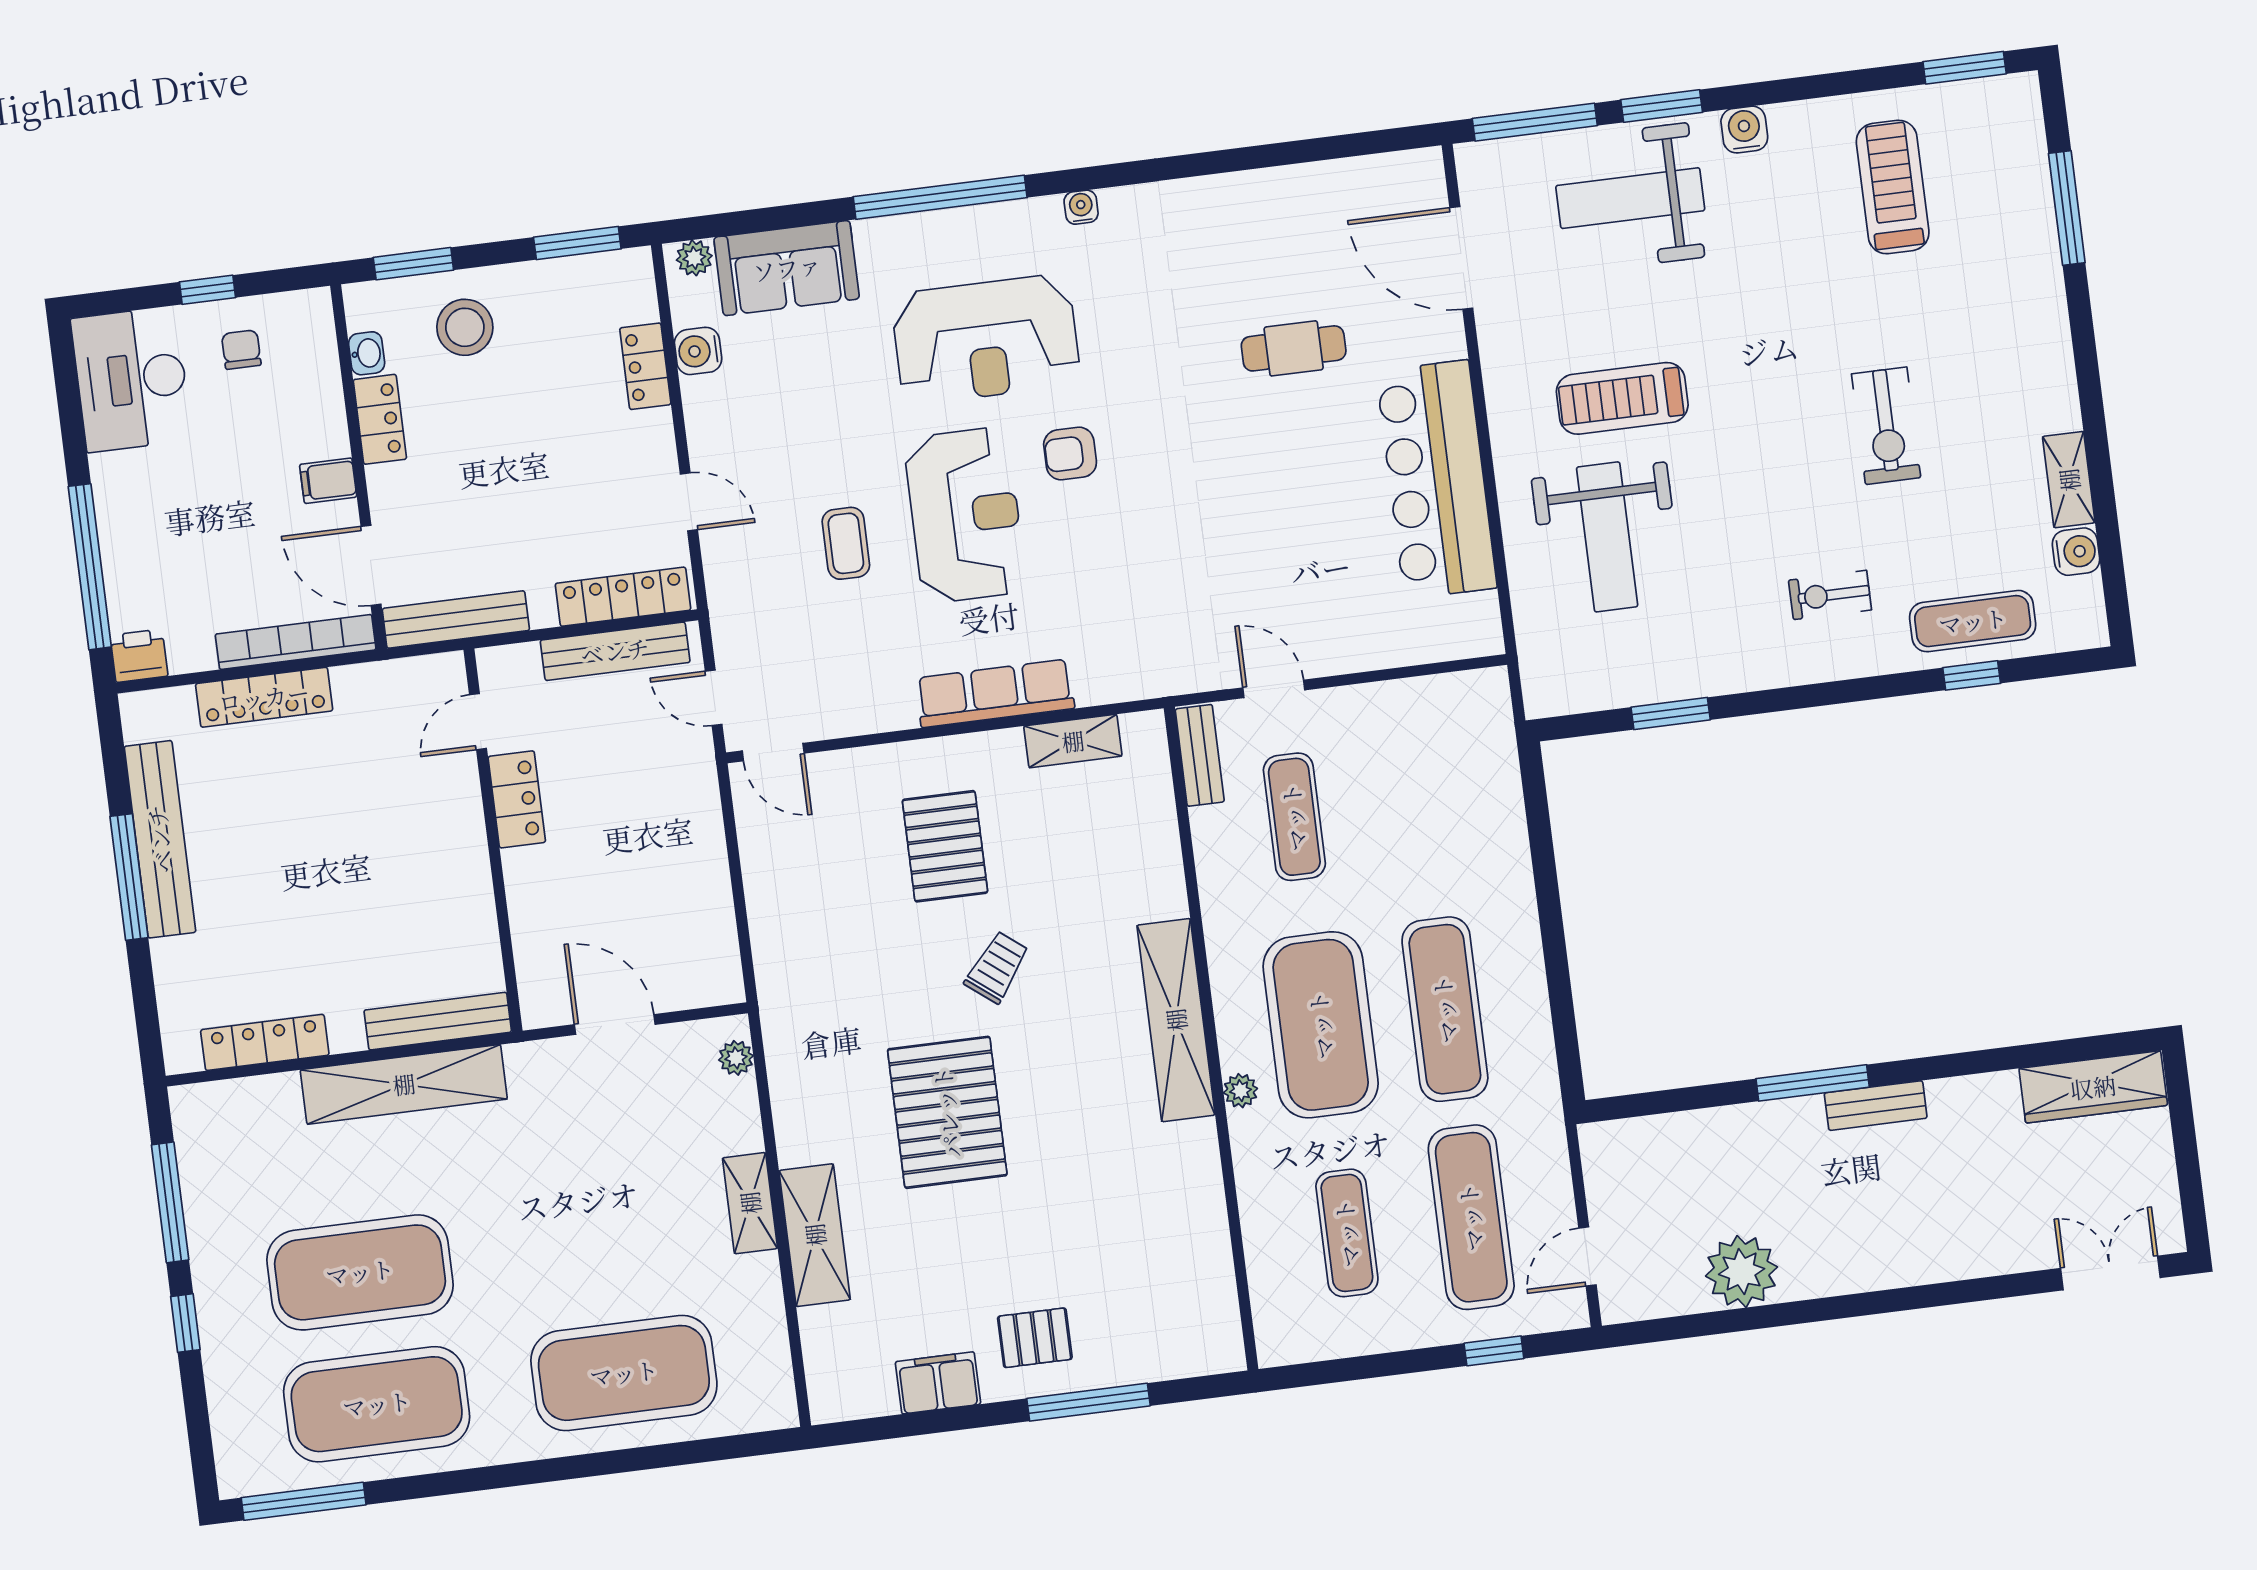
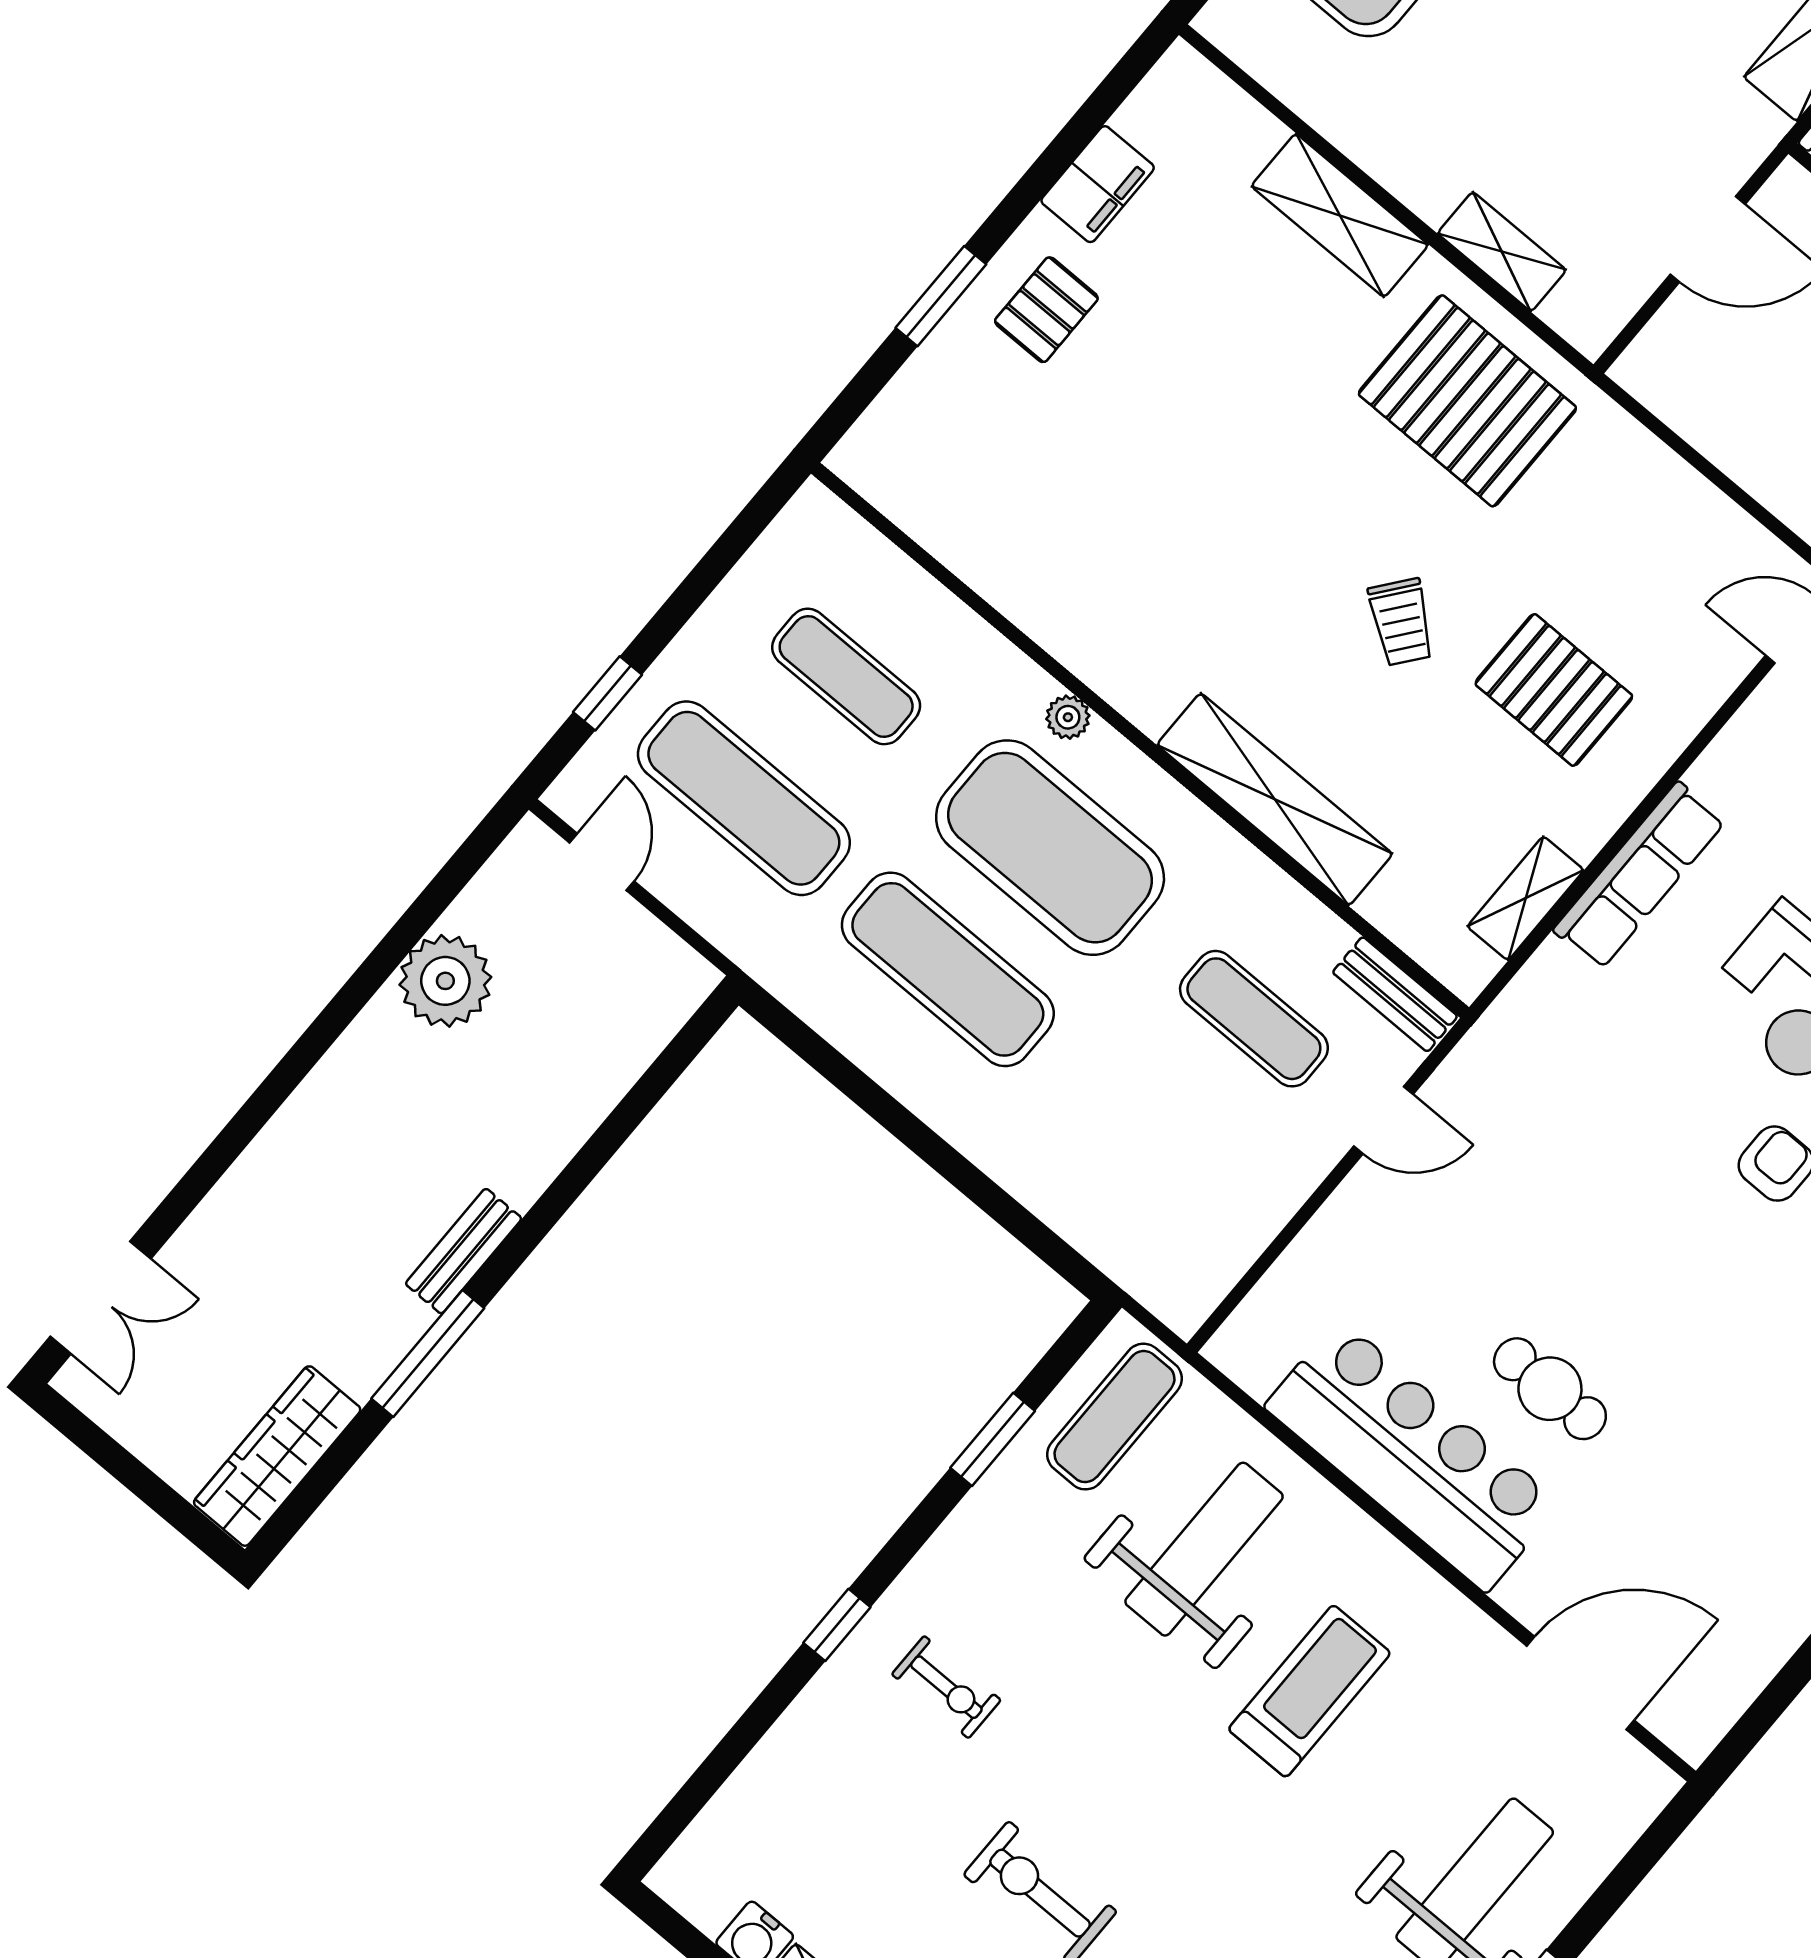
window: (1535, 122) -> (1629, 1873), removed
cafe table: (1294, 348) -> (1550, 1389), moved, turned 90
weight bench: (1607, 537) -> (1204, 1549), turned 90
exercise bike: (1830, 595) -> (946, 1687), turned 90
exercise mat: (1973, 621) -> (1114, 1417), moved
window: (1972, 675) -> (837, 1625), moved
shelving: (1176, 1020) -> (1275, 799), moved
plant: (736, 1058) -> (1566, 313), removed
window: (1813, 1083) -> (428, 1353), moved
pallet: (947, 1112) -> (1467, 401), moved
shelving: (750, 1203) -> (1502, 252), moved
window: (1088, 1402) -> (941, 296), width x0.69

